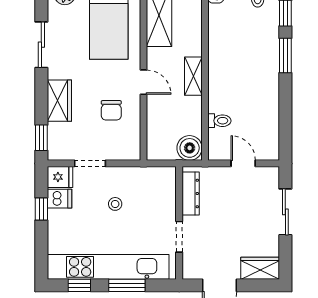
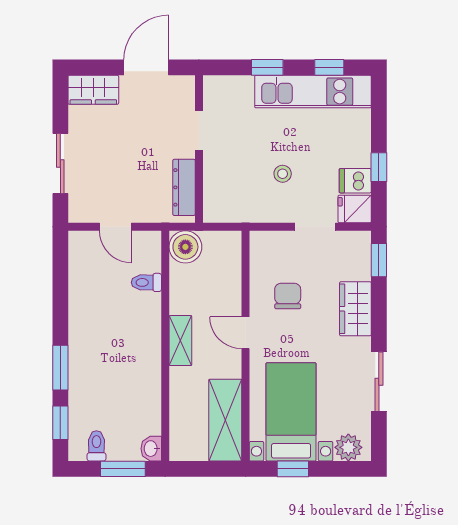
kitchen unit: (108, 267) -> (313, 92), width x0.73
window: (127, 285) -> (267, 67), width x0.67

